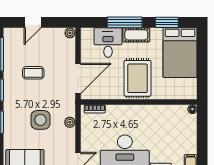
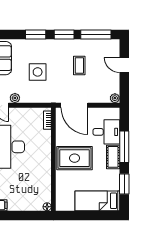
bed: (180, 53) -> (97, 201), width x0.67
plant: (70, 122) -> (15, 98), moved

